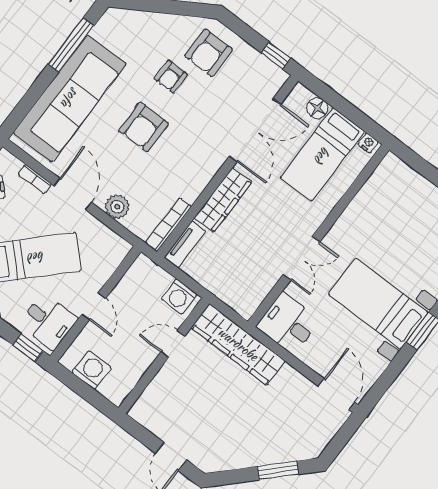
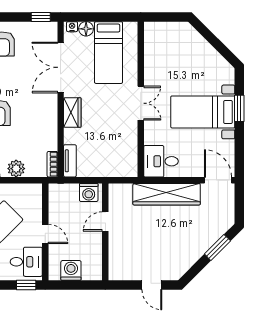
double door: (255, 130) -> (61, 67), swing flipped
nightstand: (368, 143) -> (72, 27), moved
wardrobe: (223, 200) -> (72, 113), width x0.67
bookcase: (168, 225) -> (52, 164), width x0.64
double door: (301, 258) -> (141, 103), moved
wardrobe: (238, 344) -> (167, 194), moved

